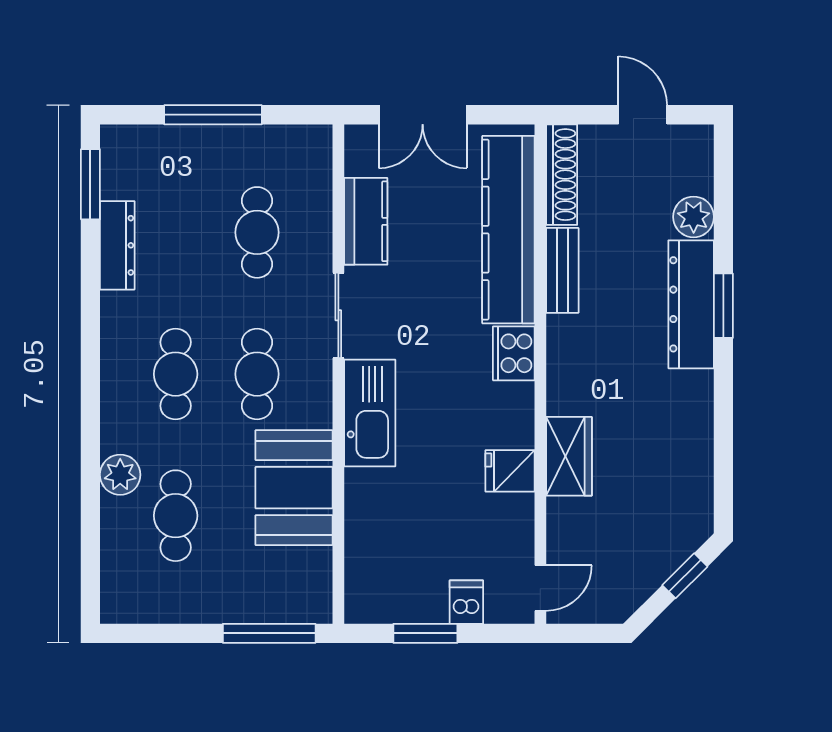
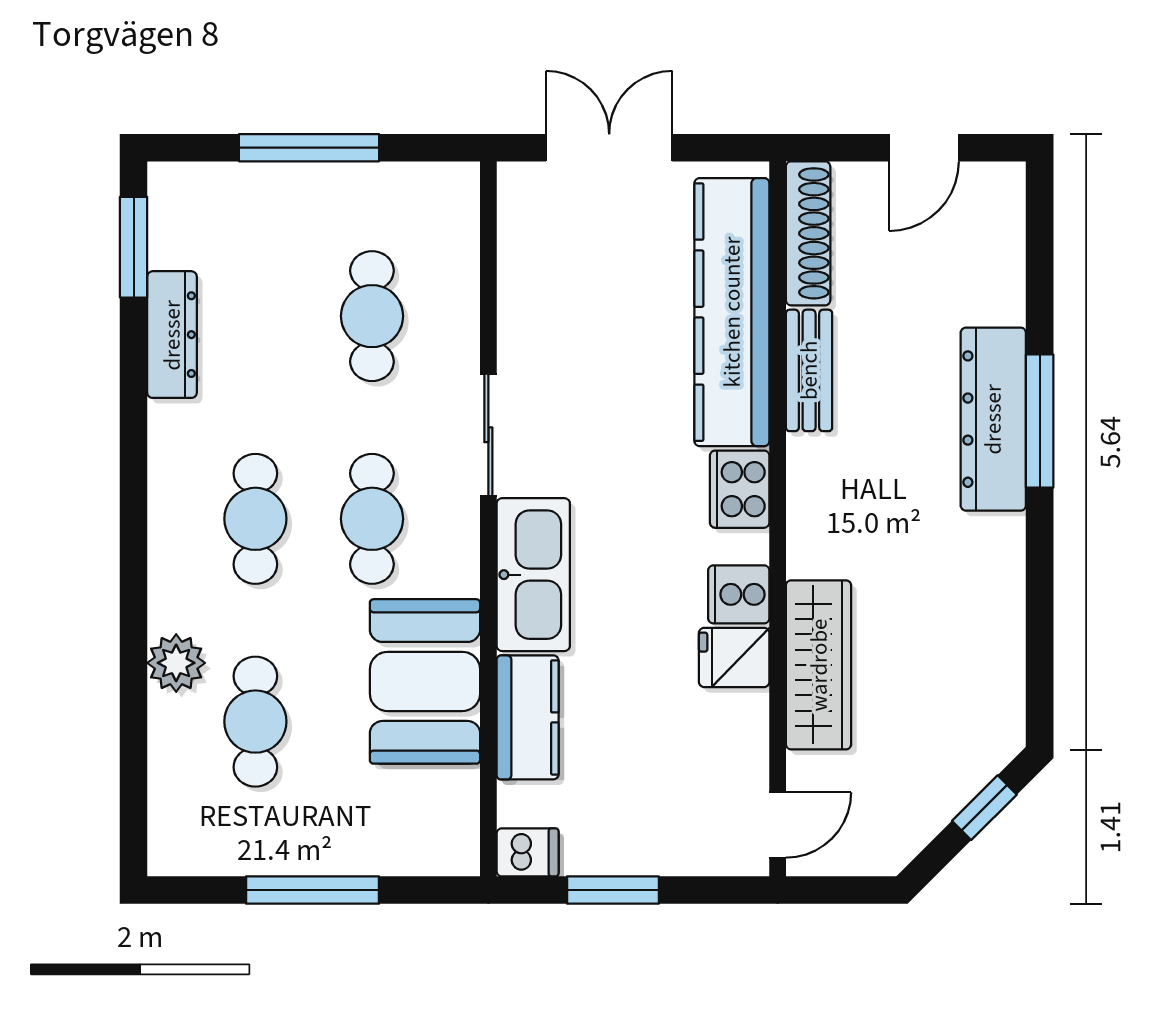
double door: (423, 115) -> (609, 148), swing flipped
door: (643, 115) -> (924, 148), swing flipped
plant: (694, 217) -> (997, 294), removed
kitchen counter: (366, 221) -> (528, 717), moved
window: (723, 306) -> (1040, 421), width x1.44
cooker: (513, 427) -> (739, 594), added
wardrobe: (569, 456) -> (819, 665), width x1.50
dishwasher: (466, 602) -> (528, 852), moved, turned 90
window: (269, 633) -> (312, 890), moved

